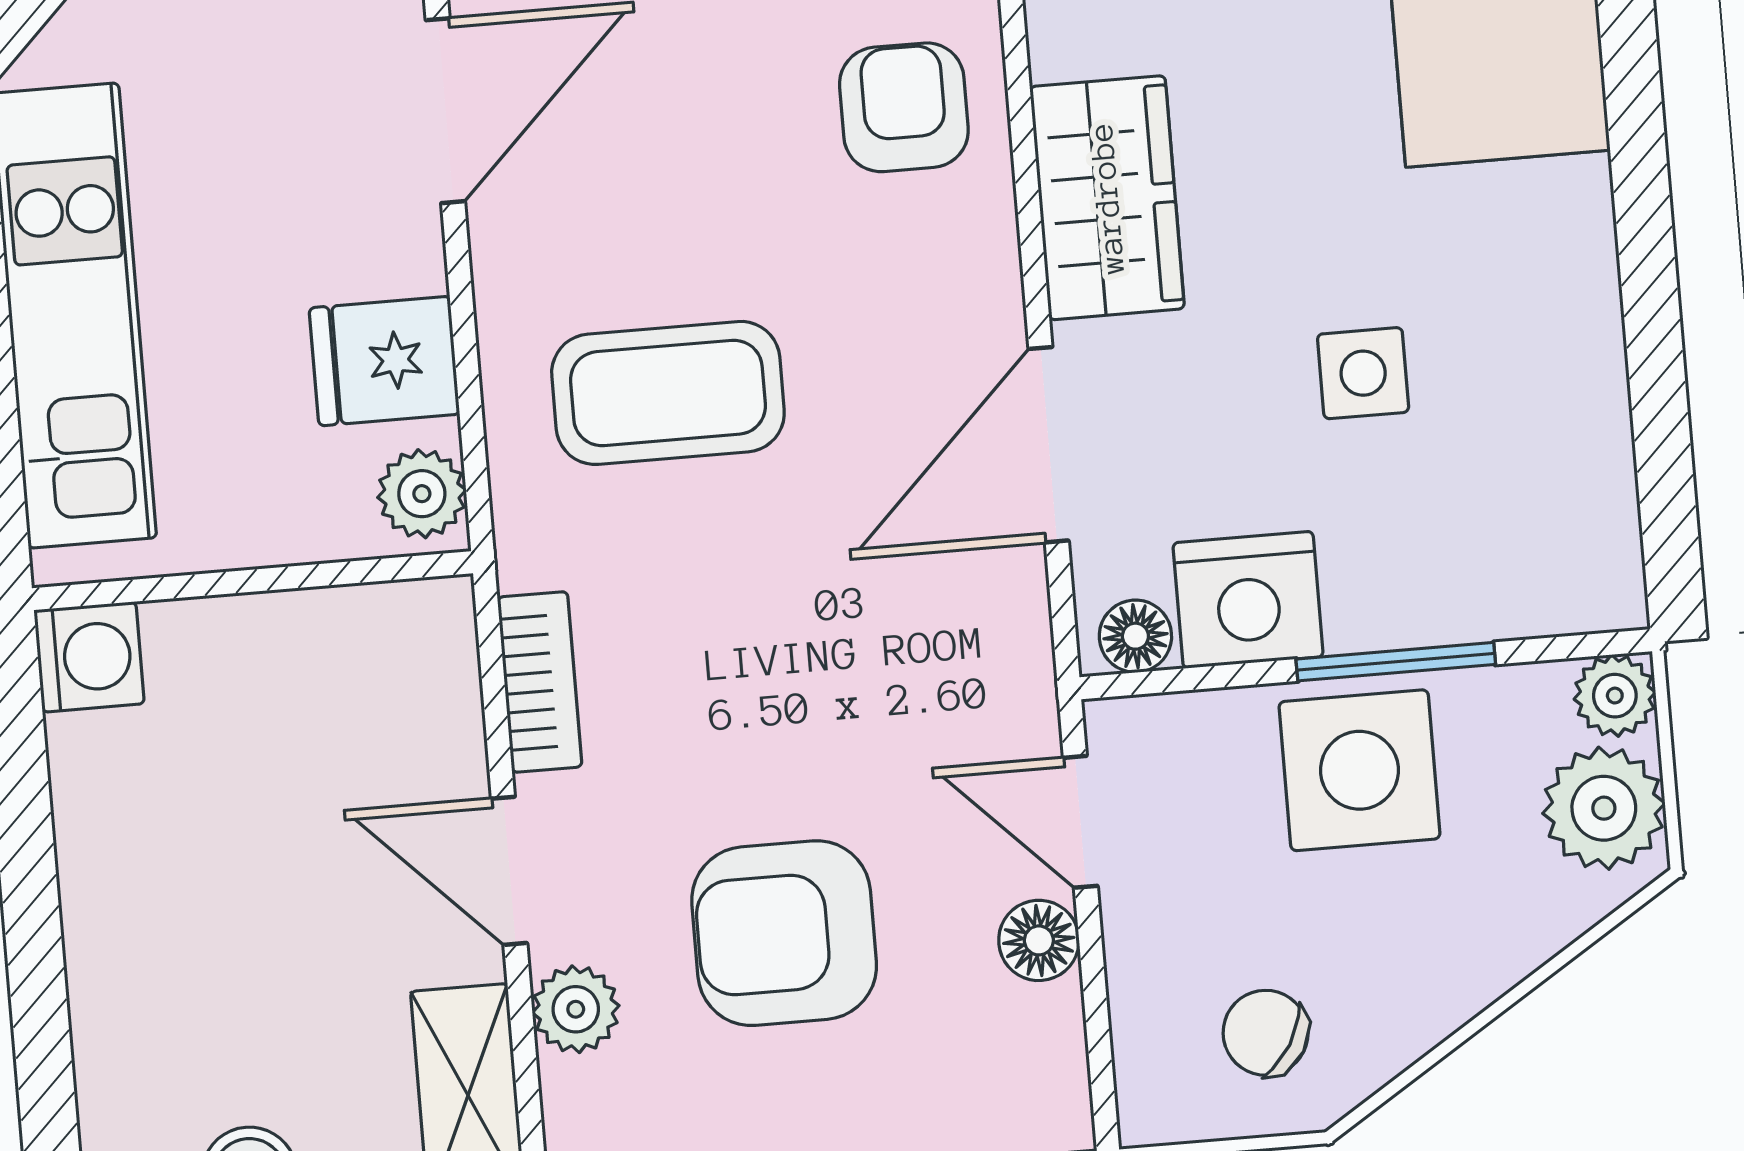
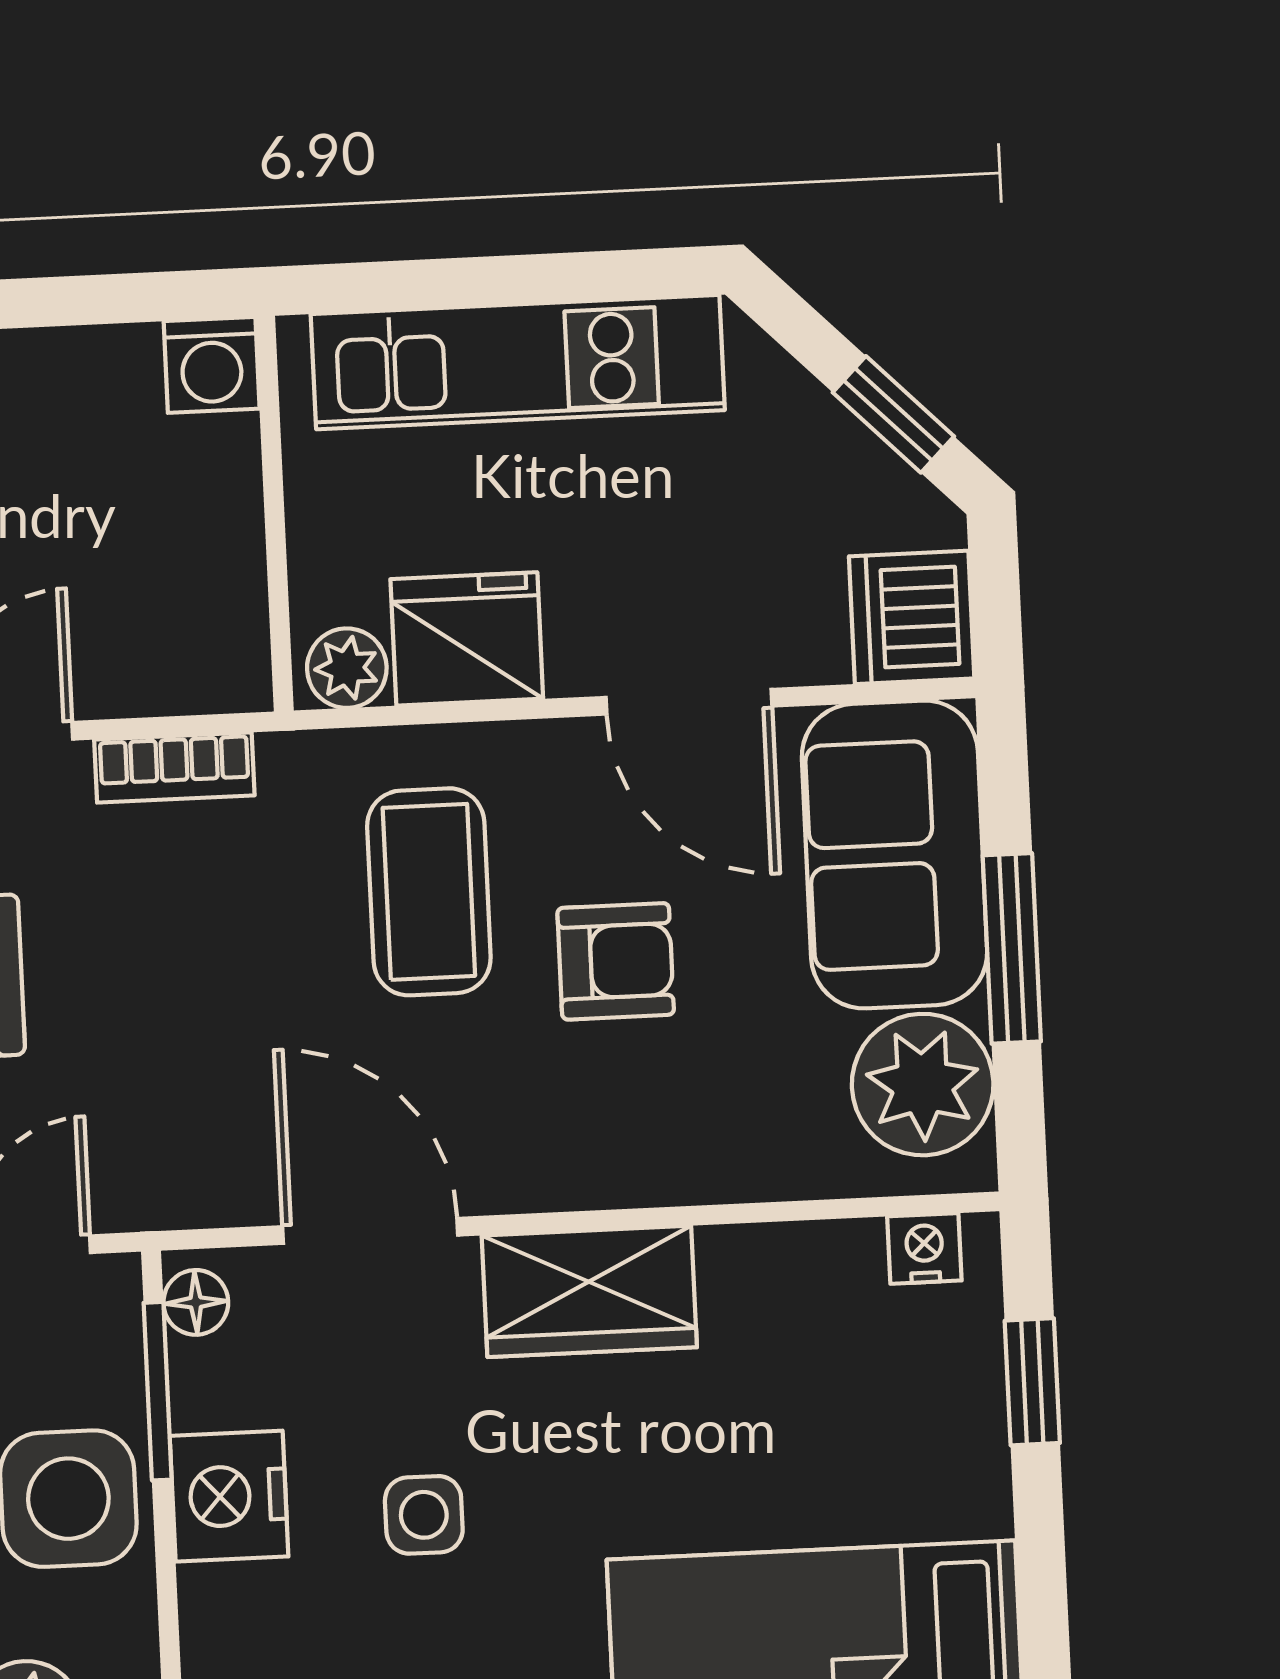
armchair: (904, 107) -> (616, 961), moved
fridge: (384, 361) -> (467, 639), width x1.38
nightstand: (1248, 600) -> (229, 1496), moved
window: (1396, 662) -> (158, 1391), moved

